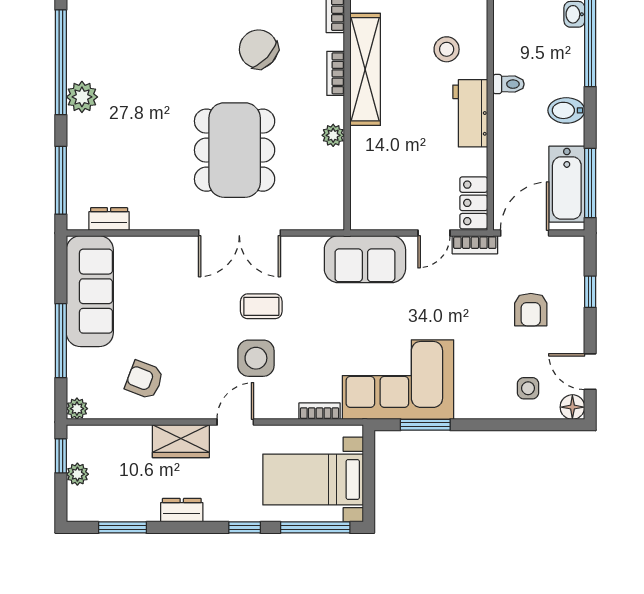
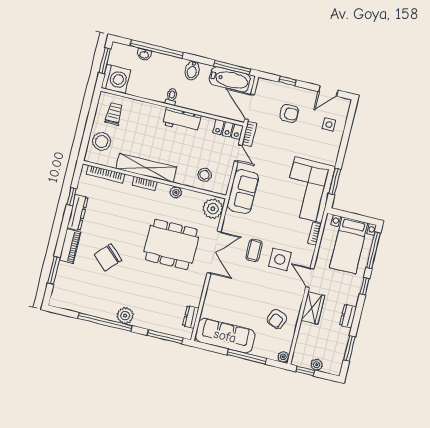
chair: (258, 49) -> (108, 257), moved
stool: (447, 49) -> (205, 175), moved
plant: (320, 211) -> (213, 209), added
floor lamp: (572, 407) -> (344, 104), removed

